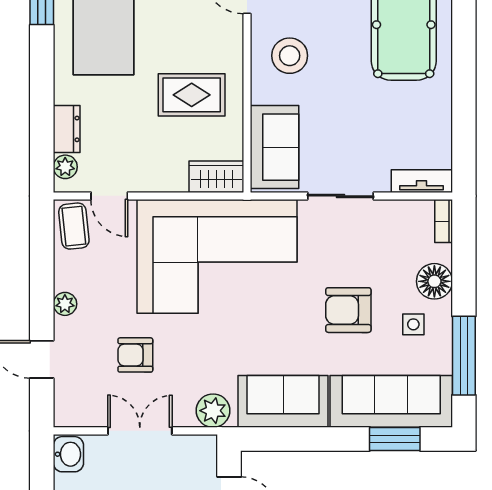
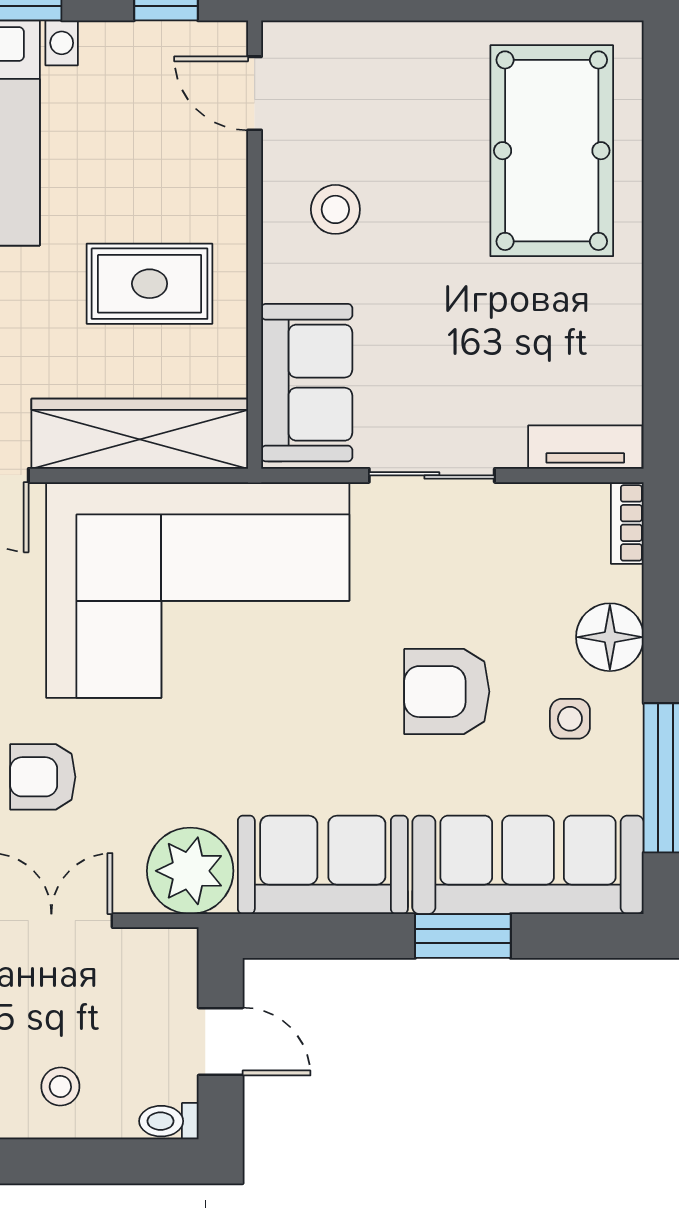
stool: (290, 56) -> (335, 209), width x0.73, depth x0.73
wardrobe: (216, 177) -> (140, 434), width x2.10, depth x1.17
plant: (213, 411) -> (190, 871), width x1.36, depth x1.36
window: (395, 439) -> (463, 936), moved

